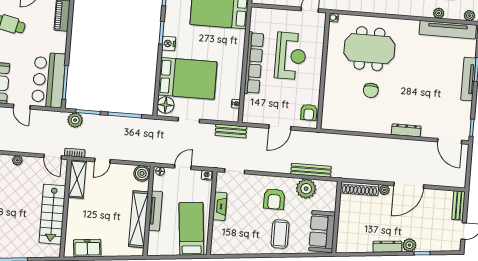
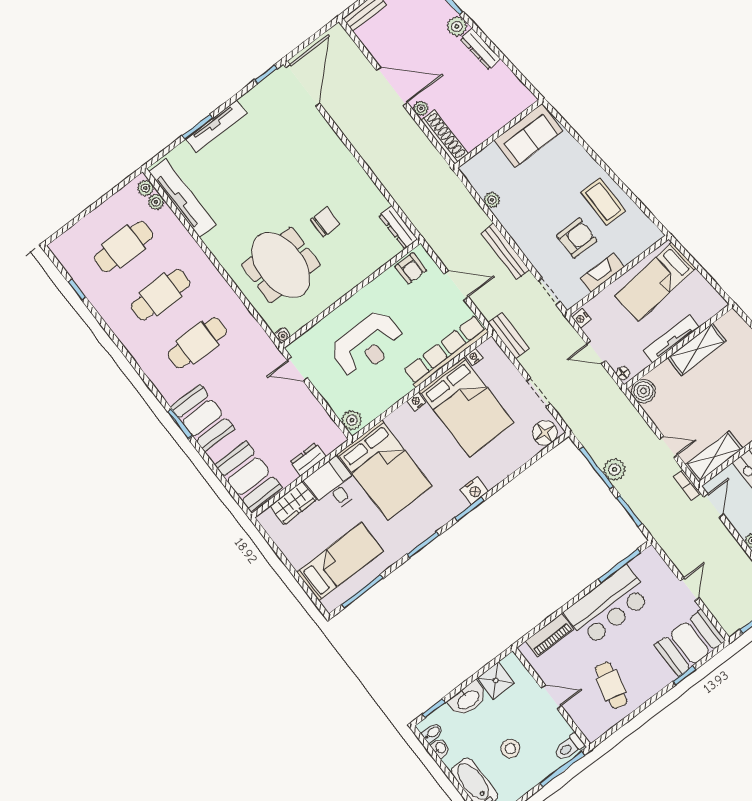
plant: (439, 13) -> (156, 202), moved
plant: (259, 14) -> (352, 420), added
nightstand: (239, 55) -> (416, 402), added
reception desk: (291, 56) -> (367, 344), turned 180
row of seats: (254, 63) -> (446, 351), moved
bed: (188, 78) -> (467, 407), moved, turned 180
bar counter: (49, 80) -> (608, 606), moved
armchair: (309, 112) -> (411, 268), turned 90
plant: (75, 120) -> (614, 469), moved
dresser: (406, 130) -> (398, 227), moved
door: (450, 141) -> (303, 85), width x1.36
bench: (311, 170) -> (505, 251), moved
plant: (306, 189) -> (492, 200), width x0.53, depth x0.53
armchair: (274, 199) -> (577, 238), moved
shelving: (139, 219) -> (697, 349), width x0.68
coffee table: (280, 234) -> (603, 201), moved, turned 90

